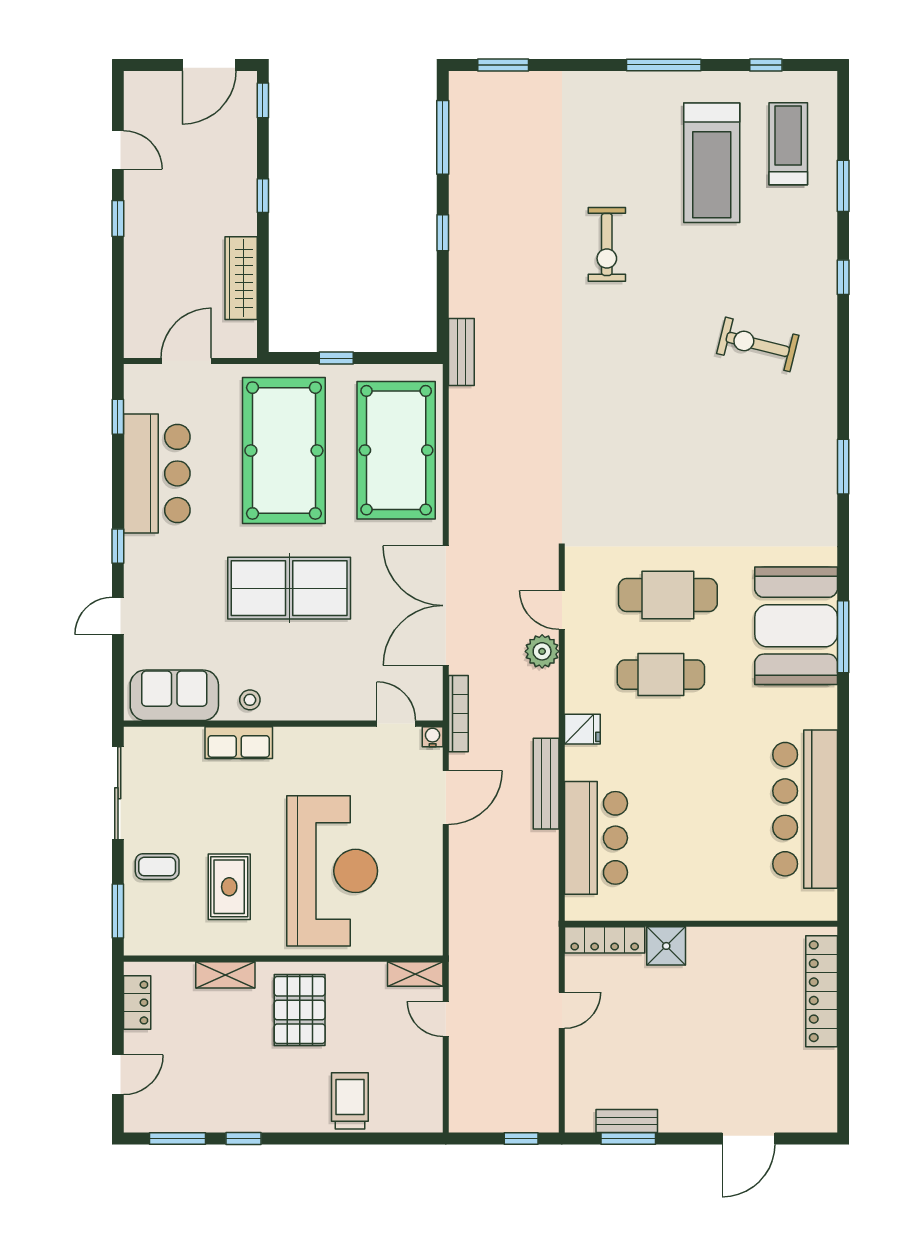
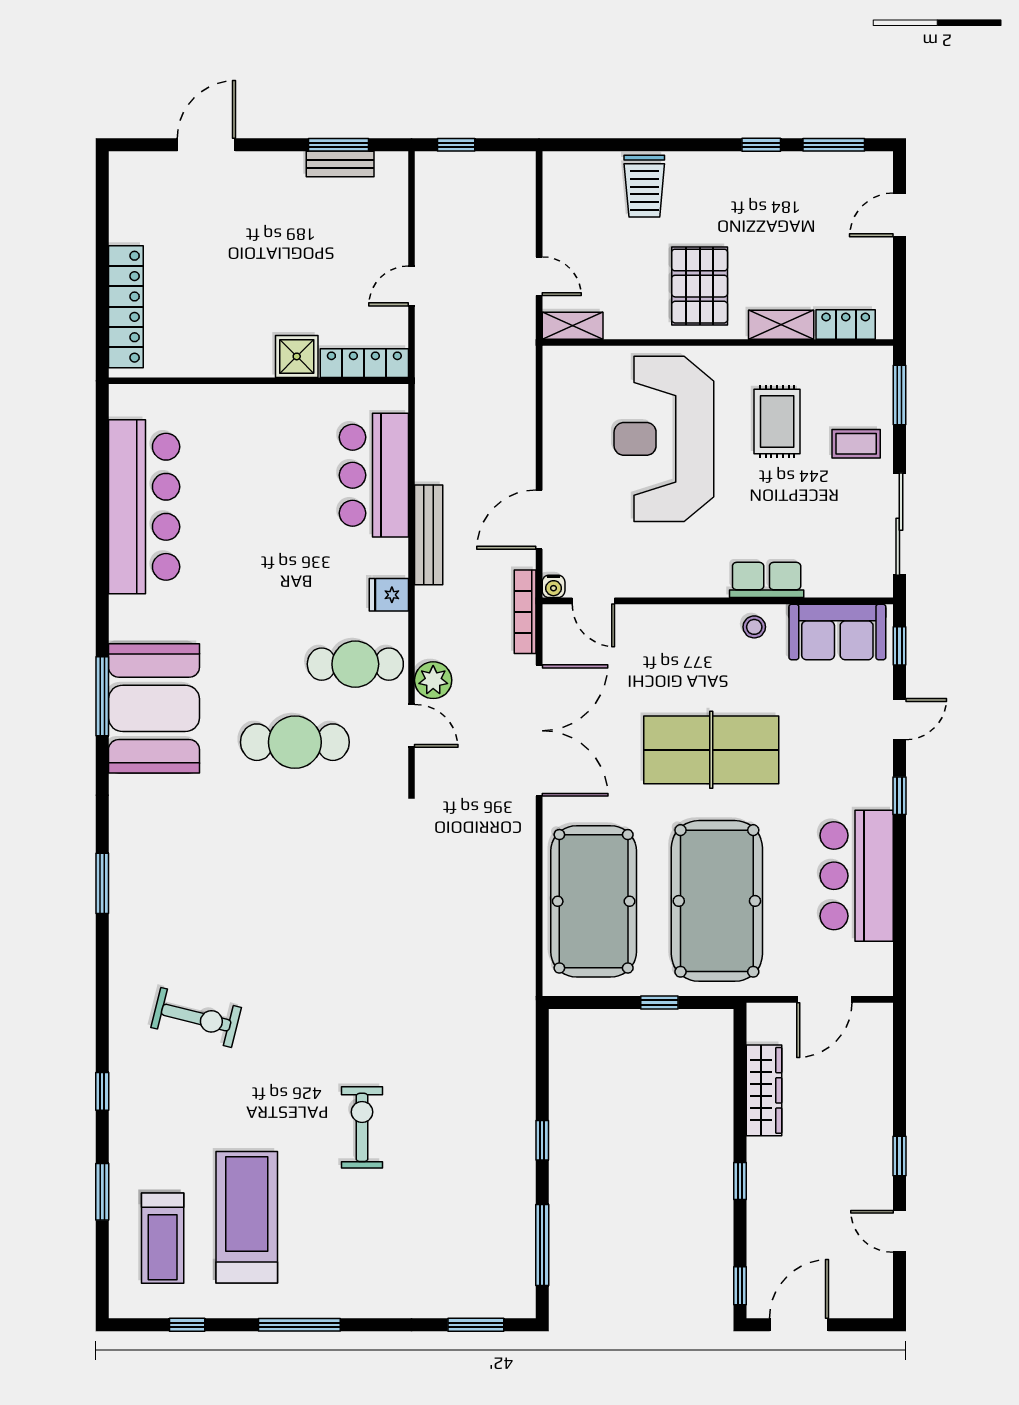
bench: (461, 352) -> (522, 1009), removed
window: (118, 417) -> (899, 646), moved
cafe table: (661, 675) -> (355, 664), moved
locker: (137, 1003) -> (846, 324), moved, turned 90

